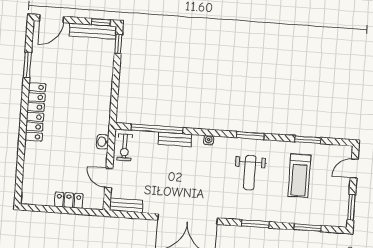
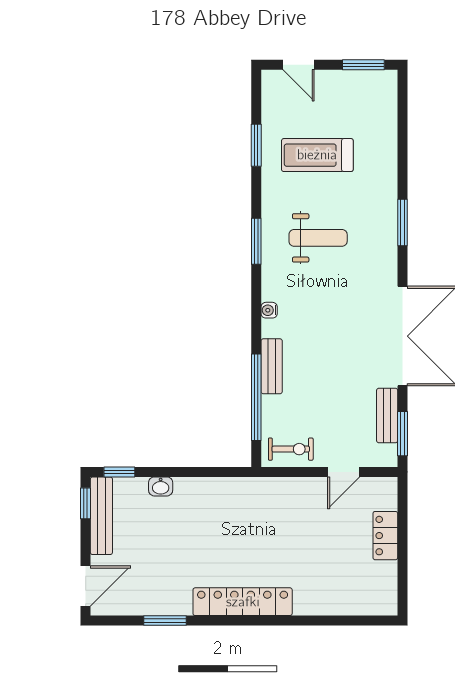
door: (51, 19) -> (86, 586), hinge flipped
washbasin: (103, 142) -> (161, 486), moved
treadmill: (299, 176) -> (317, 155), turned 180
bench: (126, 205) -> (387, 416), moved
window: (308, 228) -> (402, 434), moved

